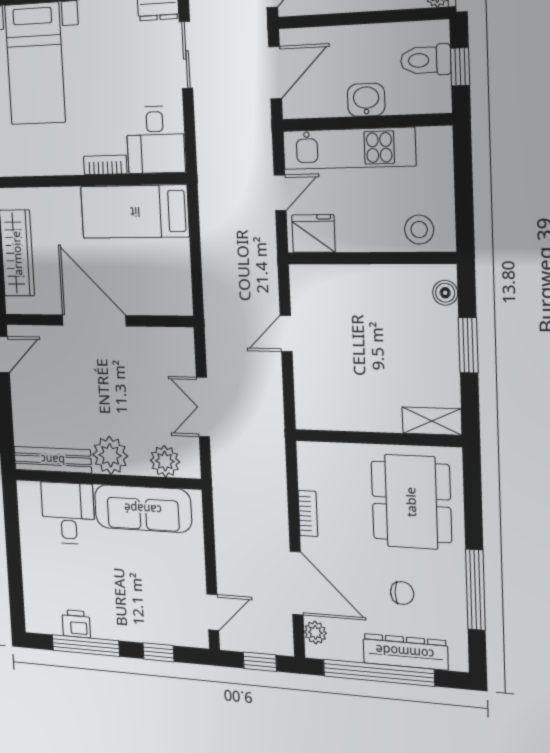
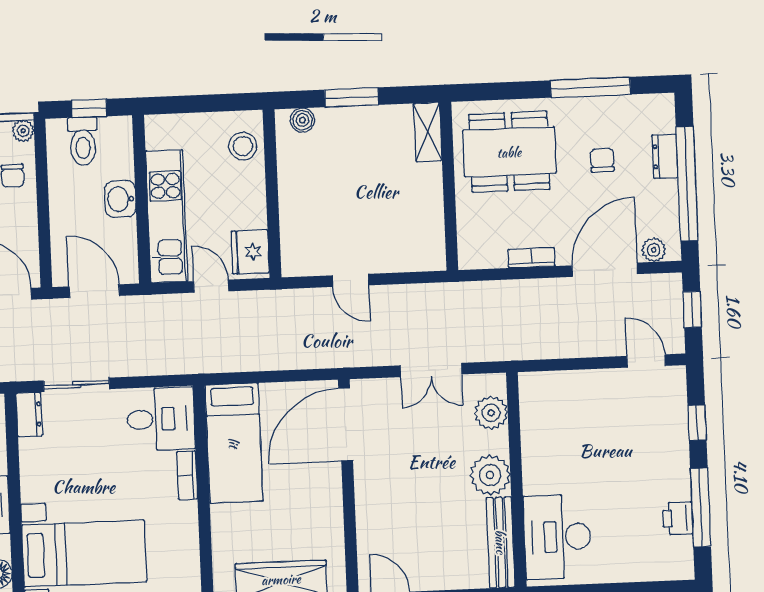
door: (94, 320) -> (346, 424), moved
sofa: (143, 509) -> (544, 438), removed
desk: (68, 513) -> (558, 537), width x1.37
dresser: (405, 652) -> (665, 156), width x0.51, depth x0.80

